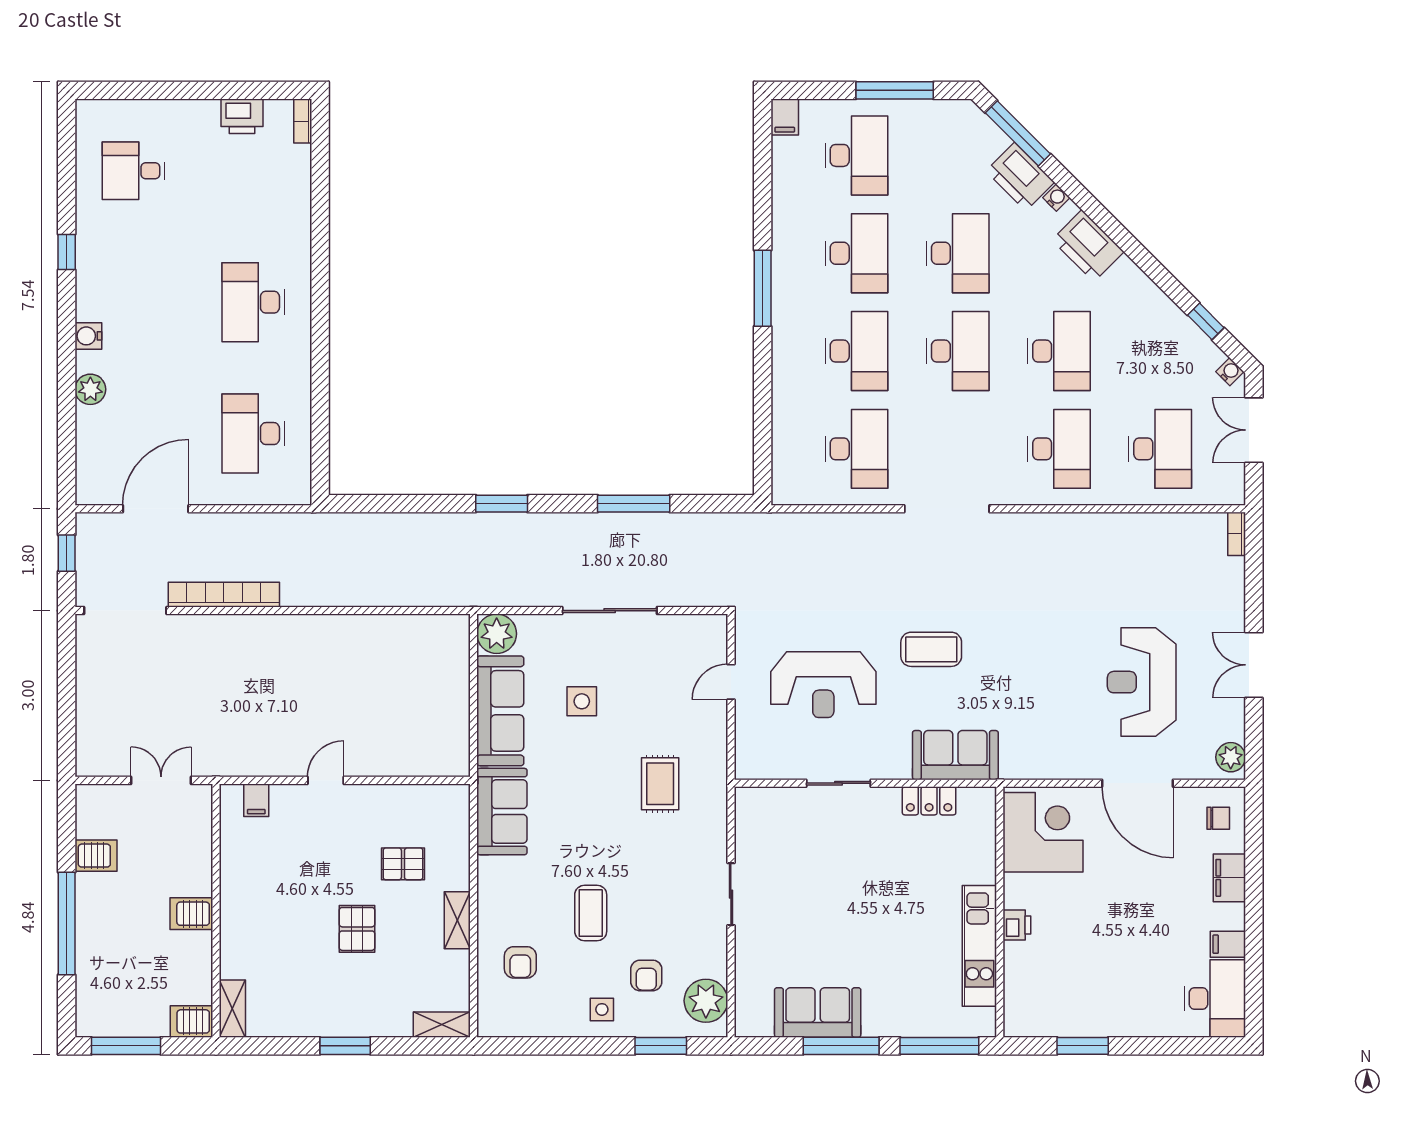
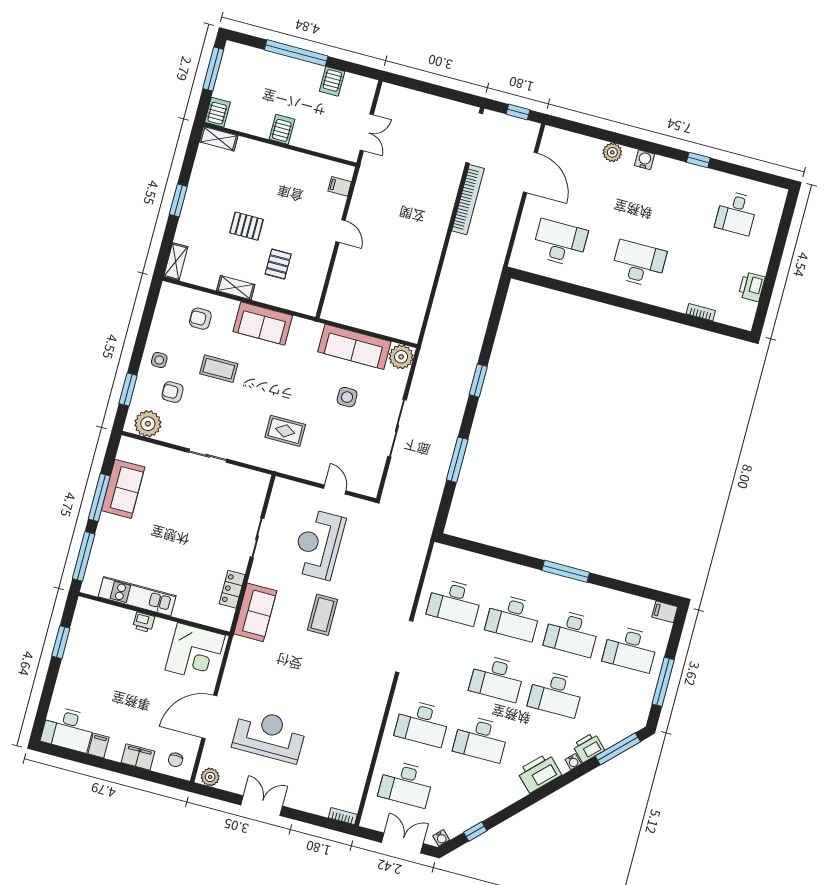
bookcase: (303, 121) -> (701, 312), moved
desk: (134, 171) -> (736, 213), turned 180
printer: (1020, 177) -> (588, 748), width x0.73, depth x0.84
sofa: (502, 812) -> (263, 323), moved

